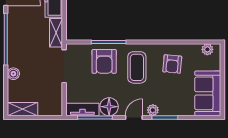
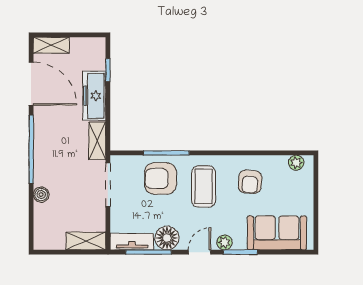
armchair: (104, 61) -> (160, 178), turned 90
sofa: (208, 93) -> (277, 233), moved, turned 90
shelving: (23, 109) -> (86, 241), moved

